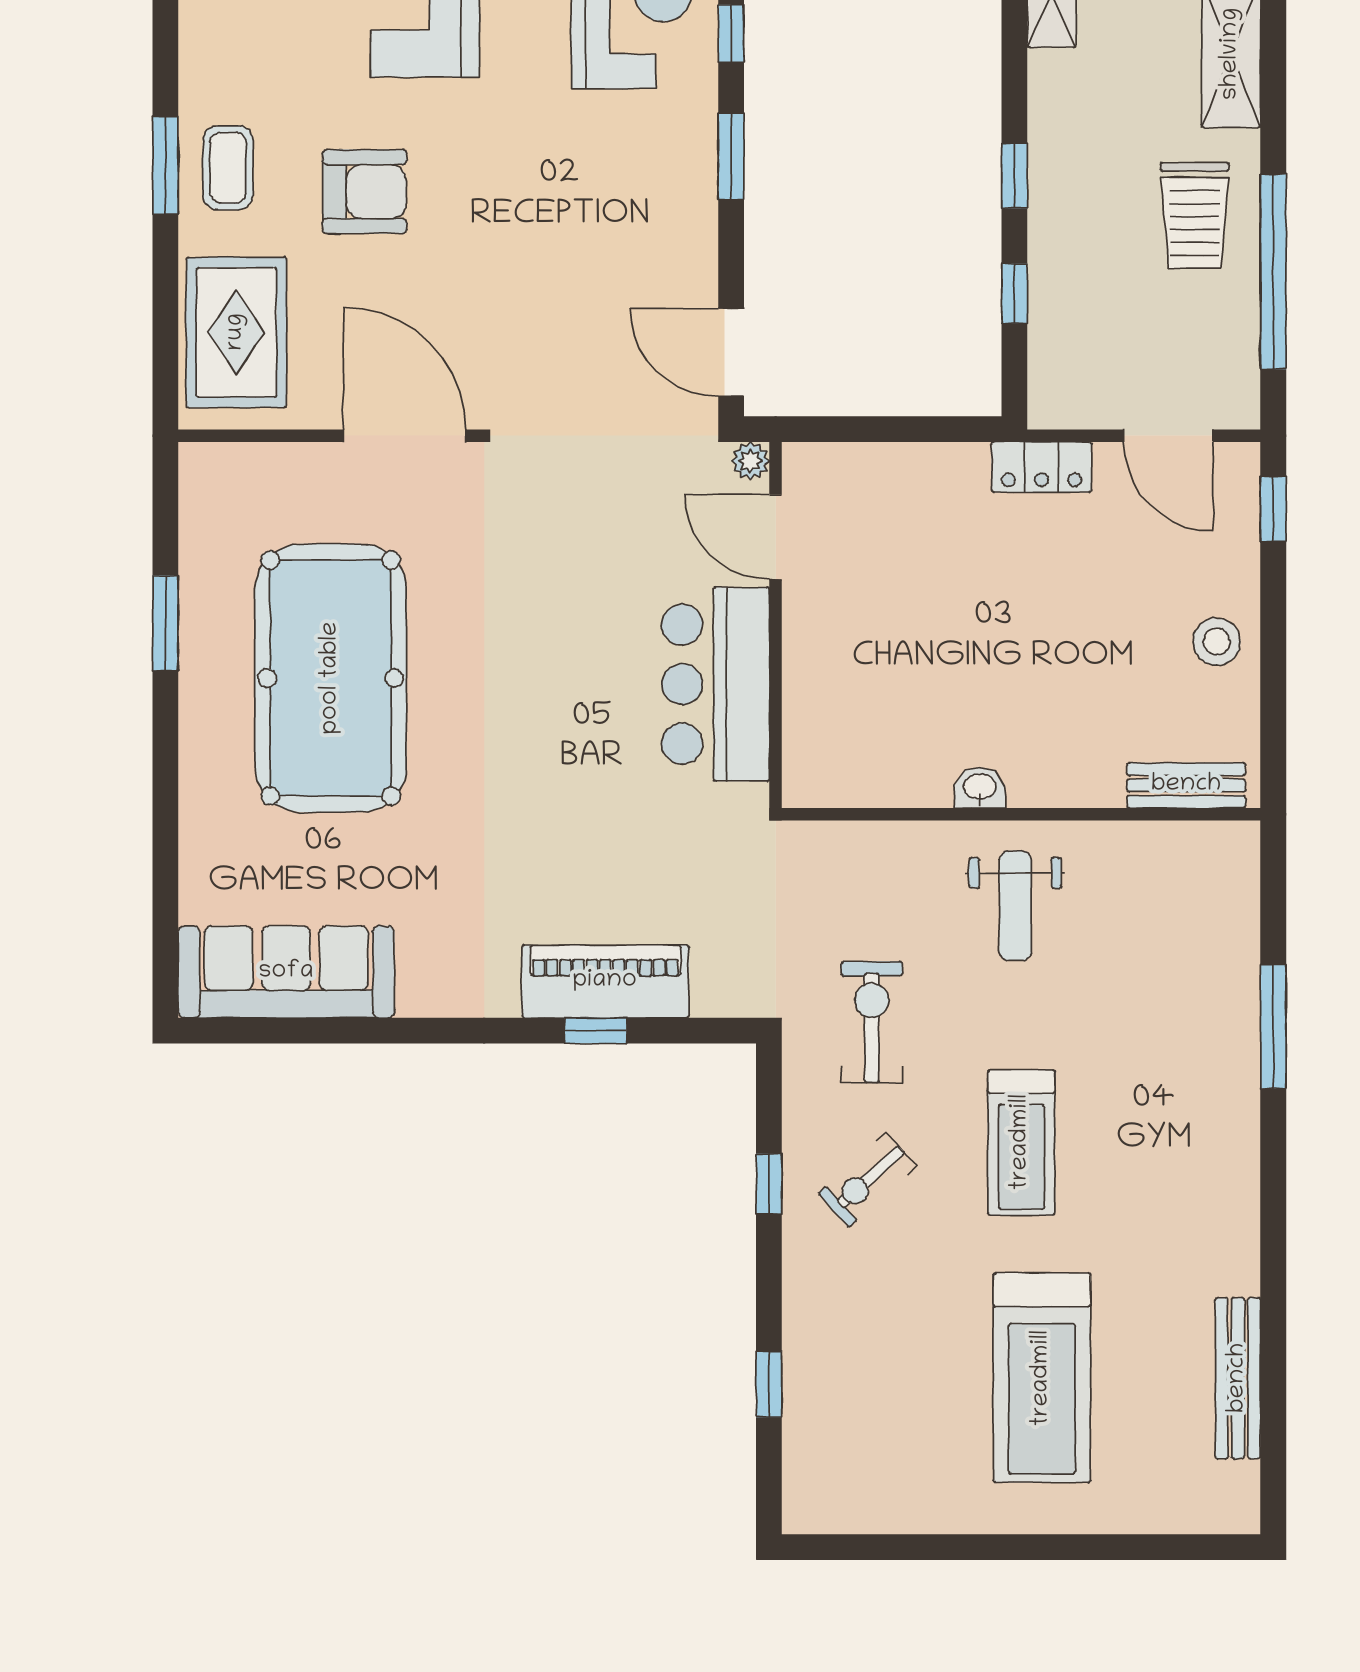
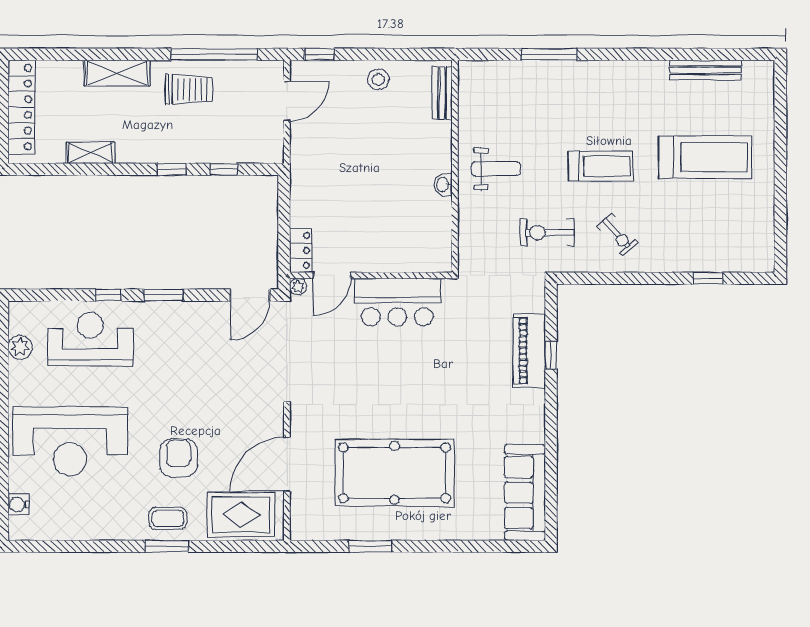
door: (405, 436) -> (287, 464), moved
locker: (1042, 467) -> (301, 250), moved
window: (769, 1184) -> (619, 278), removed

